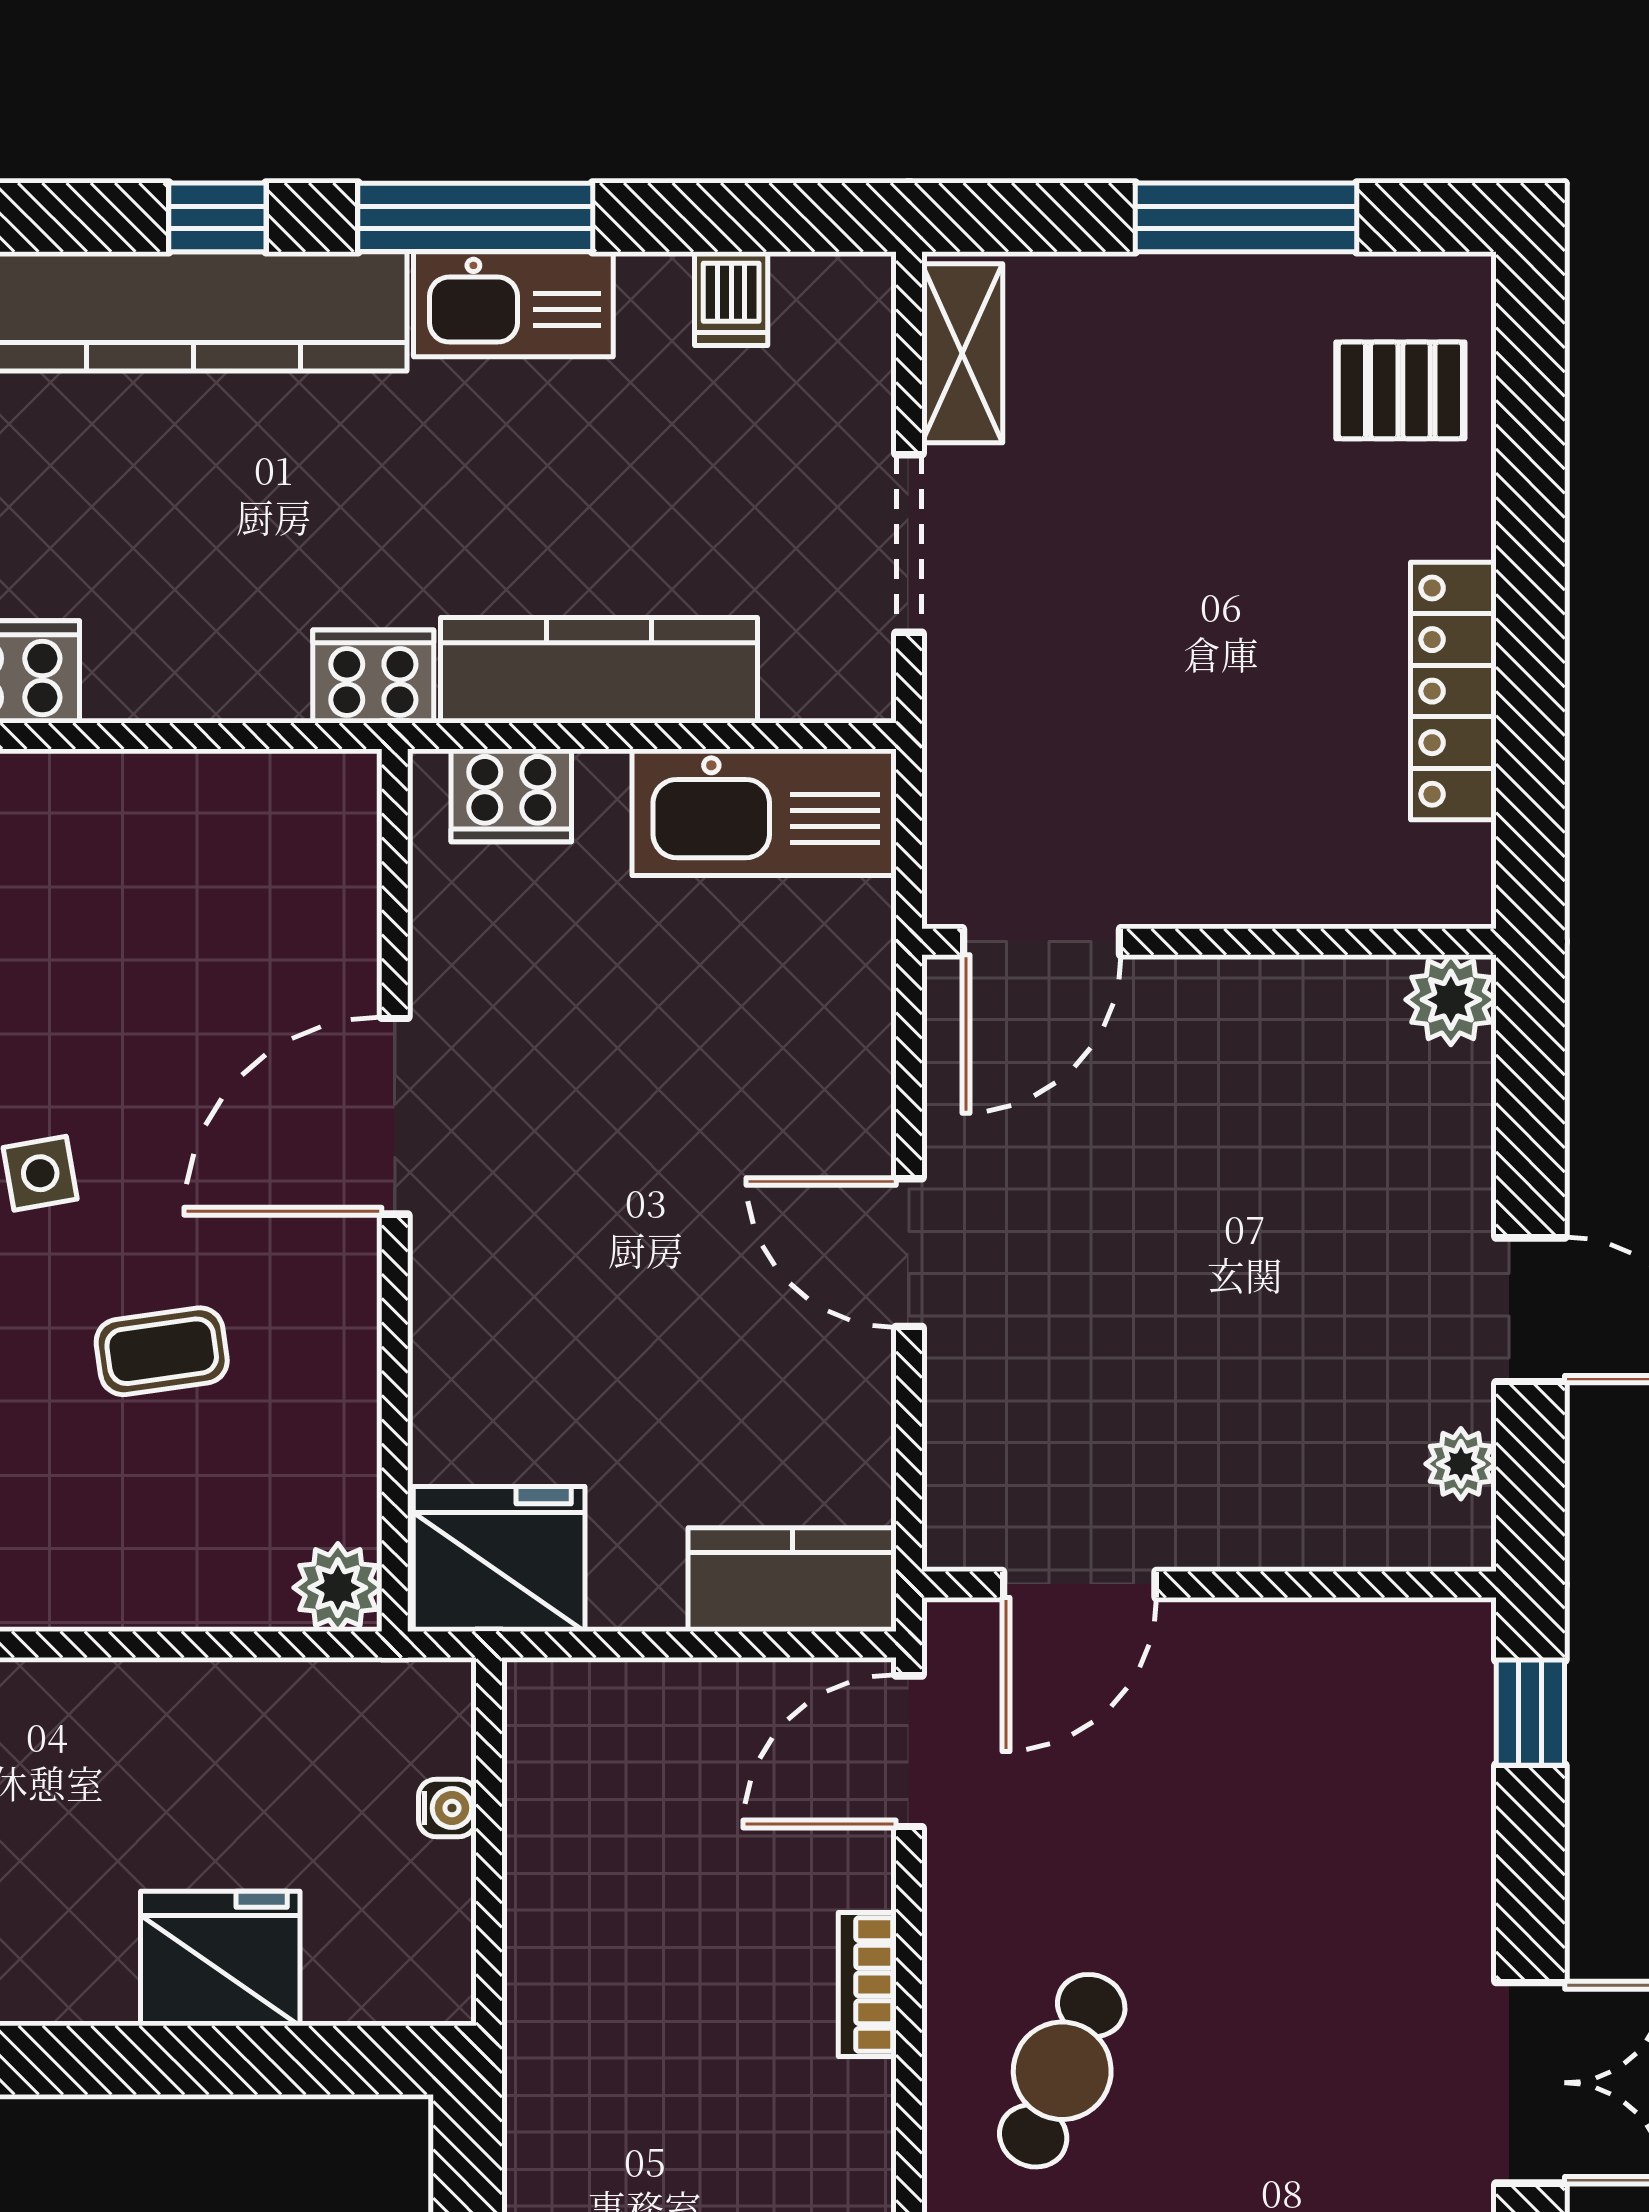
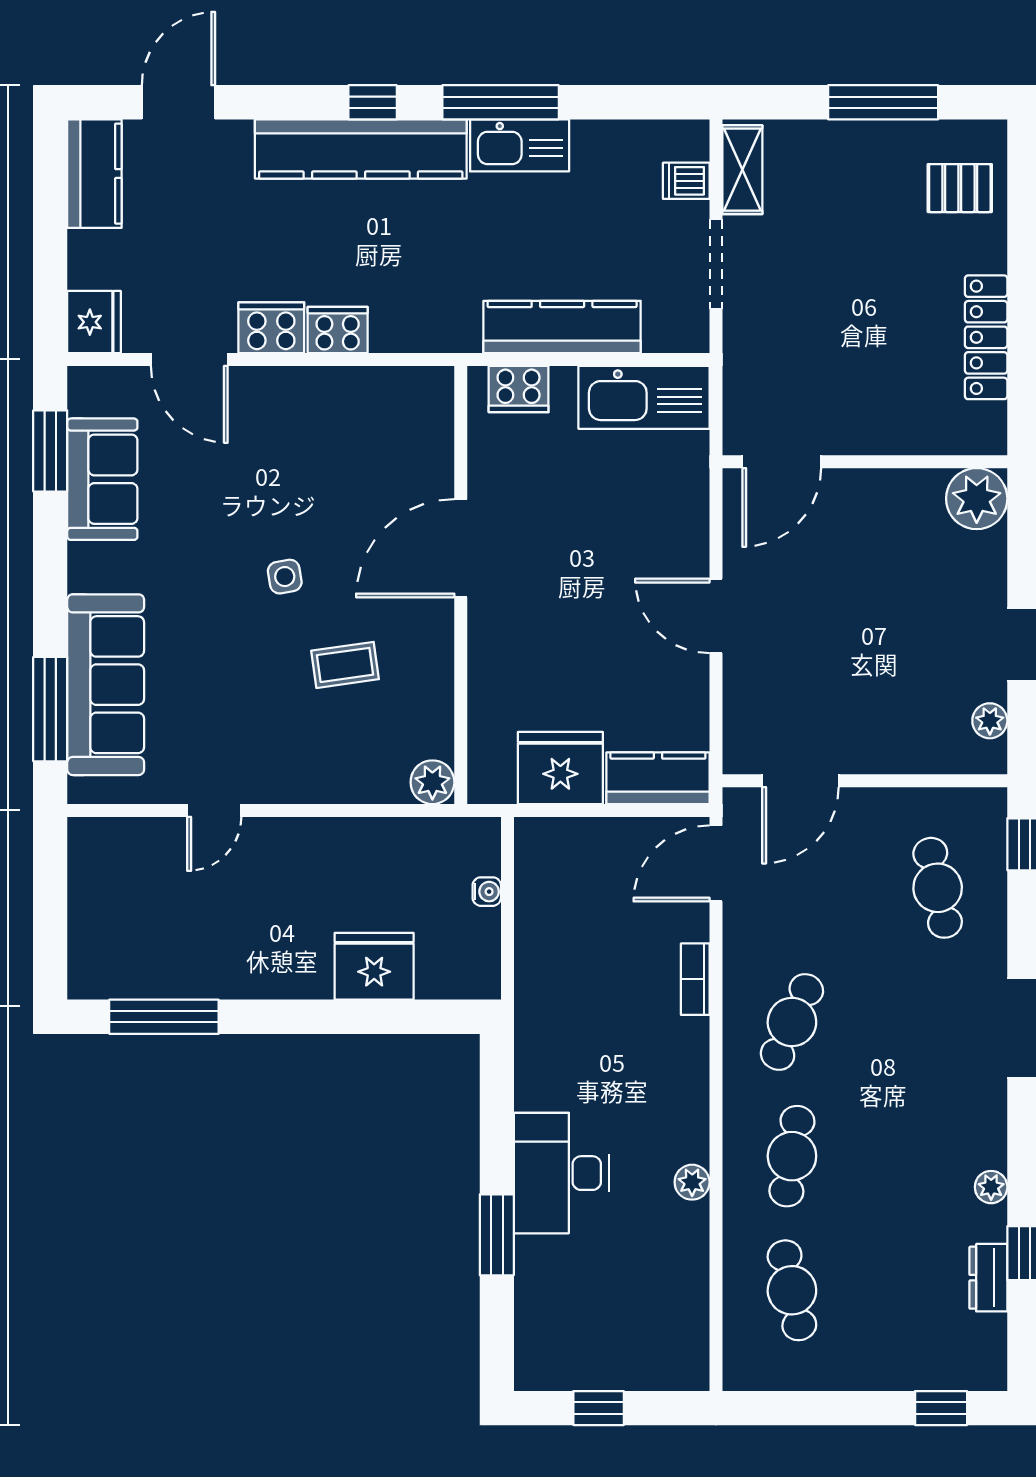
dishwasher: (731, 299) -> (686, 181), moved, turned 90
cooker: (373, 676) -> (338, 330), moved
plant: (1451, 1000) -> (977, 499), width x1.36, depth x1.36
fridge: (499, 1559) -> (560, 768), moved
cafe table: (1356, 1800) -> (938, 888), added

